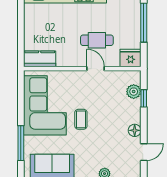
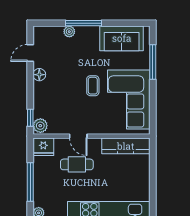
kitchen counter: (40, 59) -> (126, 146), width x1.50
plant: (134, 92) -> (40, 126), moved
window: (144, 98) -> (30, 118), moved

